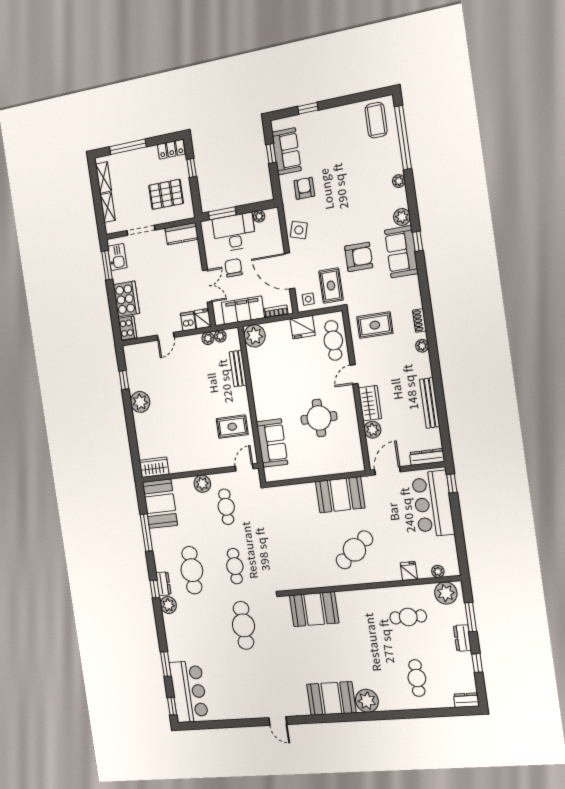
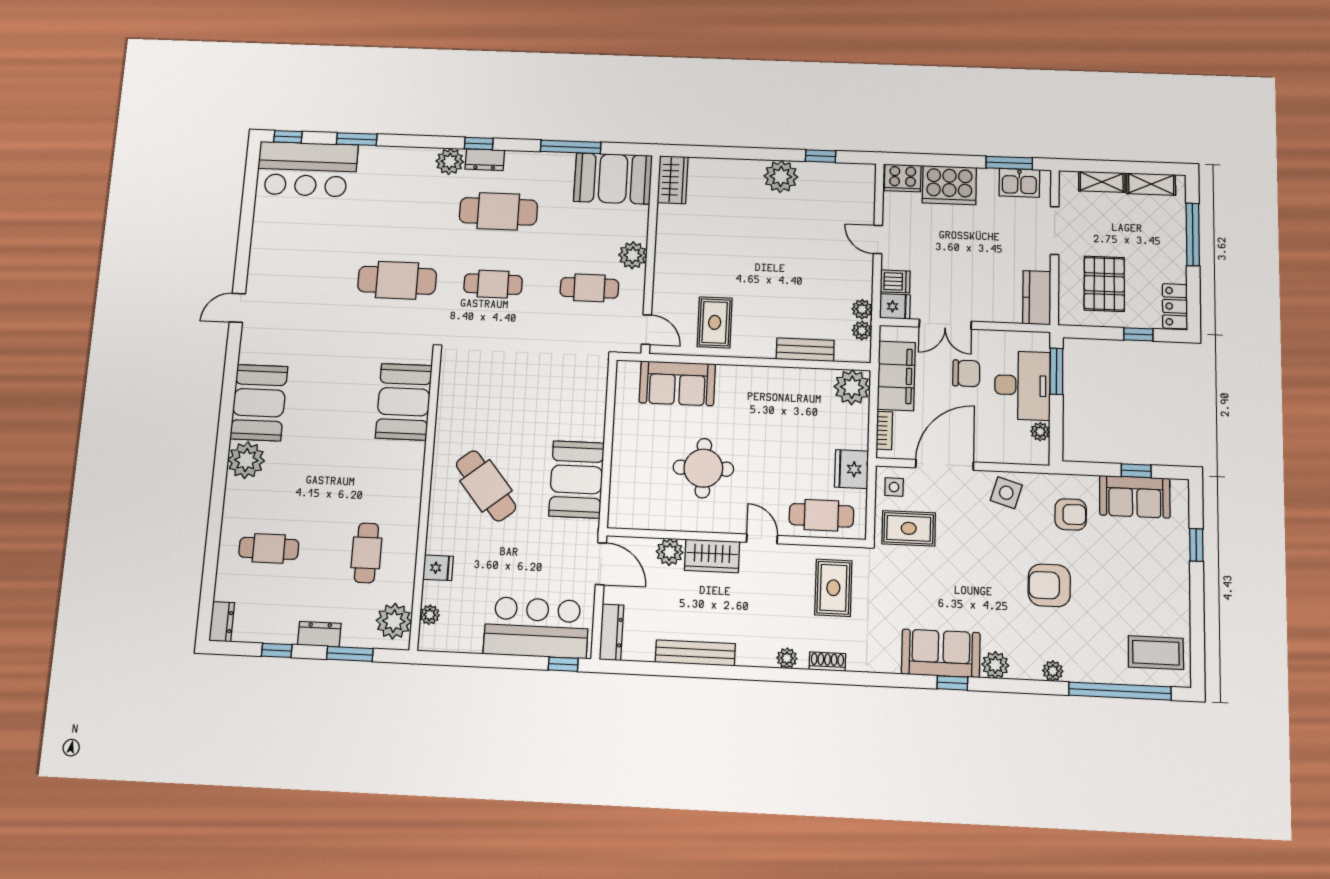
armchair: (359, 257) -> (1049, 585), moved, turned 90

